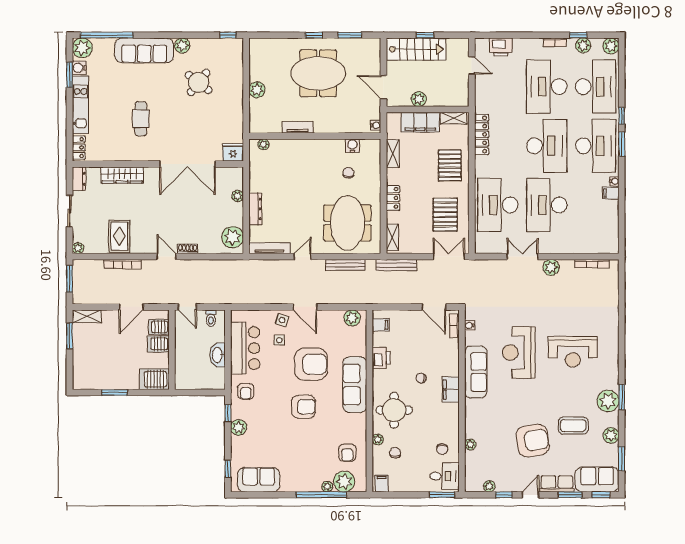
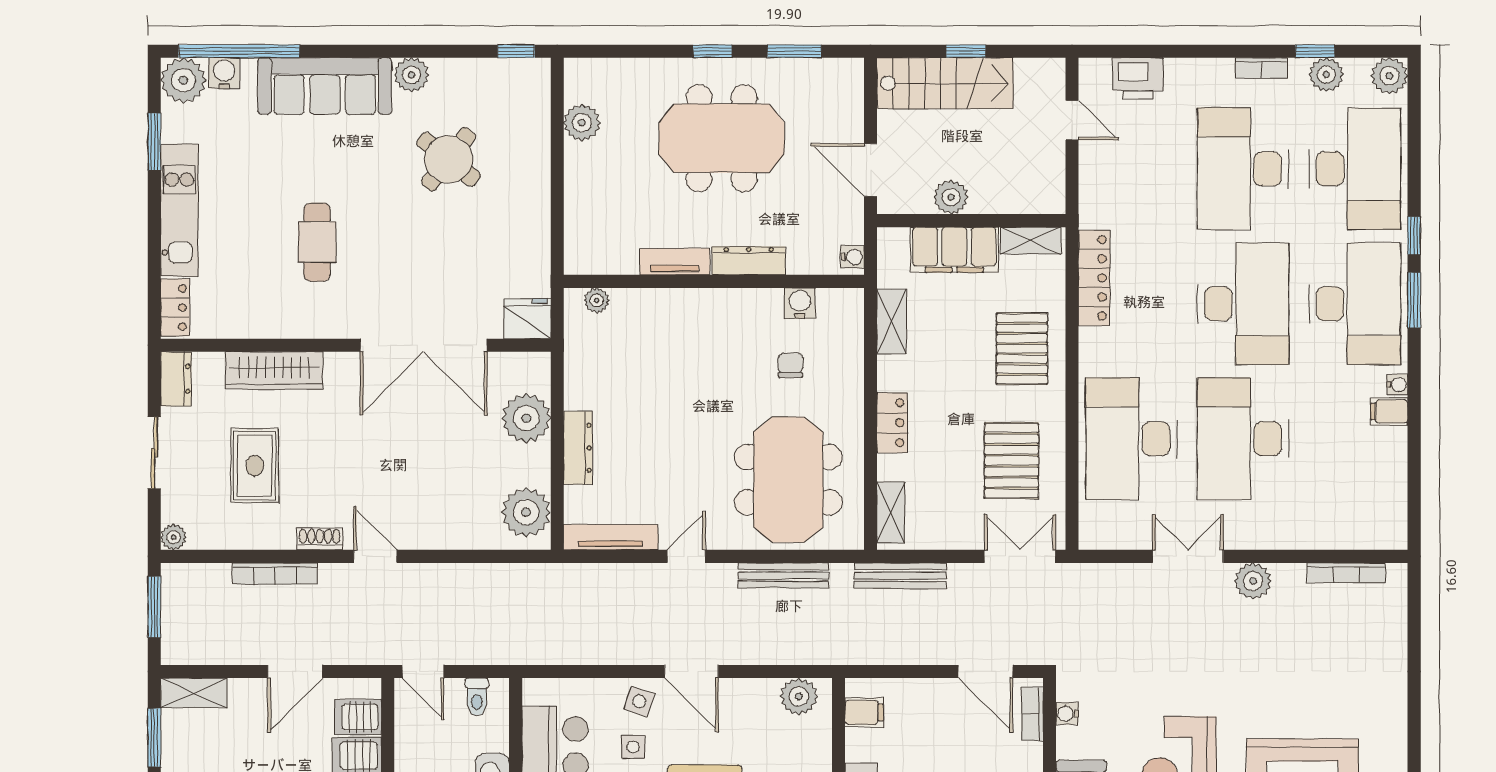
water cooler: (79, 68) -> (224, 73), moved, turned 90
plant: (257, 90) -> (582, 123), moved
dresser: (330, 127) -> (749, 261), added
plant: (238, 196) -> (526, 418), width x1.88, depth x1.88
rug: (119, 236) -> (255, 466), moved
shoe rack: (188, 249) -> (320, 539), moved

